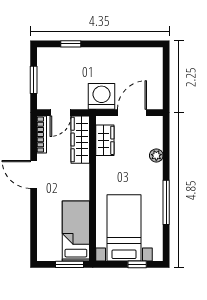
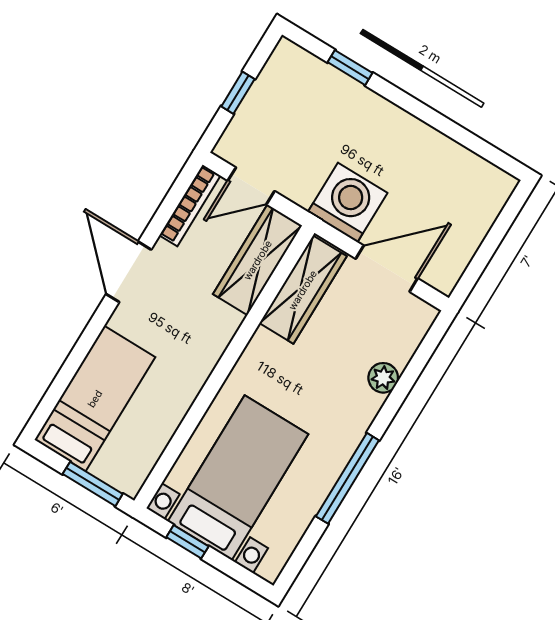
window: (34, 80) -> (238, 93), width x0.67
wardrobe: (105, 140) -> (303, 290), width x1.50
bed: (76, 231) -> (95, 399), moved
window: (137, 264) -> (187, 542), moved

